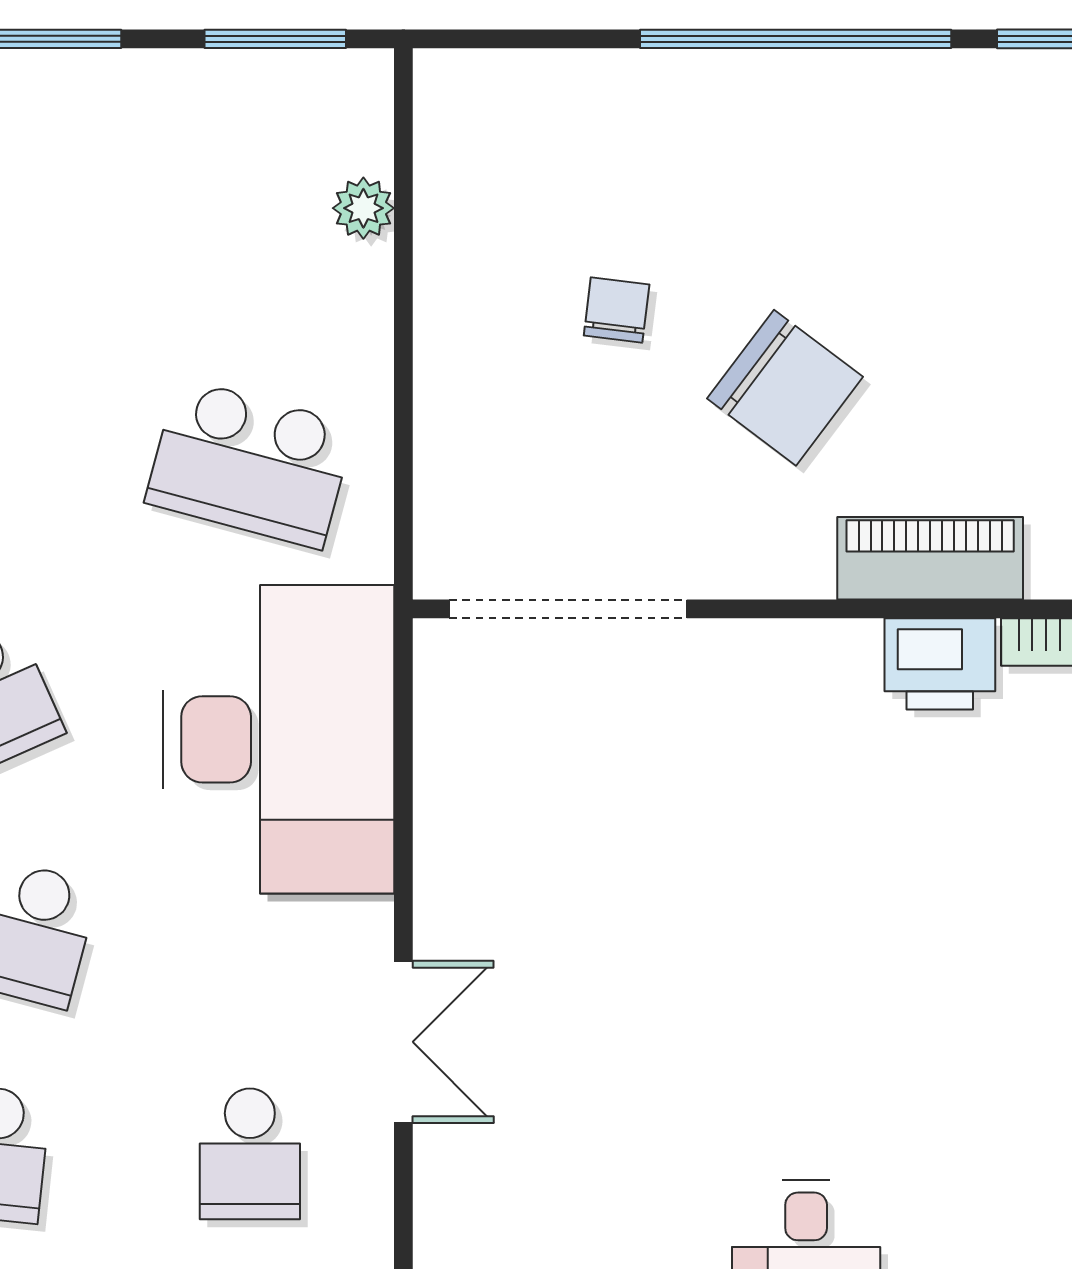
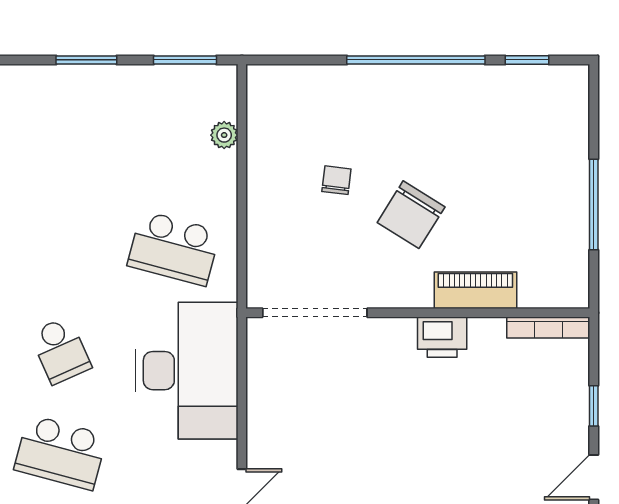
chair: (785, 388) -> (411, 215), turned 85
printer: (940, 664) -> (442, 337), moved

